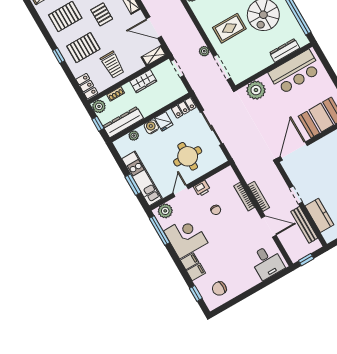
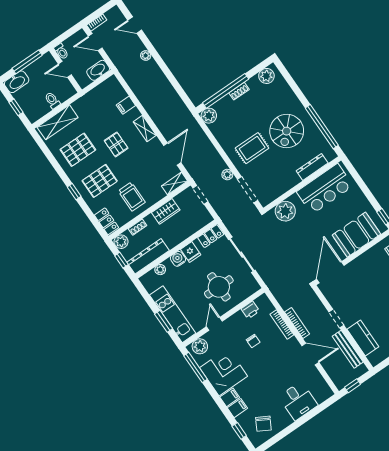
door: (154, 28) -> (172, 154), swing flipped
printer: (202, 188) -> (250, 310), moved
desk: (267, 262) -> (298, 401), moved
chair: (219, 289) -> (263, 424), turned -61

